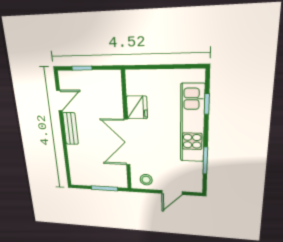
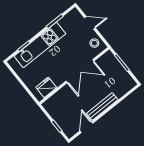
door: (59, 100) -> (86, 127), hinge flipped
fridge: (137, 107) -> (46, 87), moved
bench: (70, 129) -> (102, 107), width x1.36

